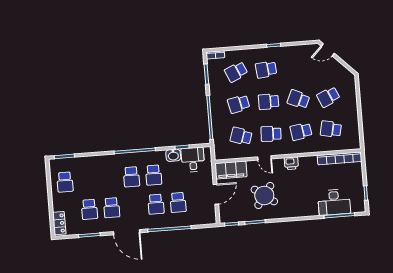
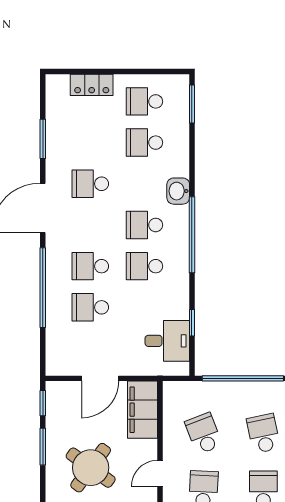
school desk: (241, 136) -> (204, 434), turned -39
washbasin: (173, 155) -> (178, 191), moved
door: (216, 194) -> (100, 378), hinge flipped
school desk: (89, 209) -> (144, 143), moved
locker: (59, 223) -> (92, 85), moved

